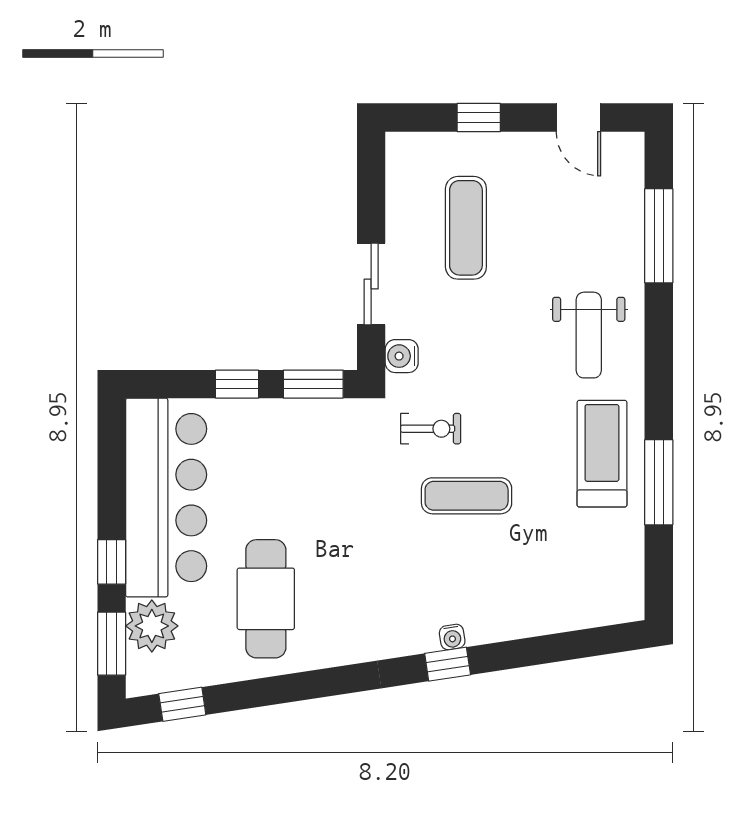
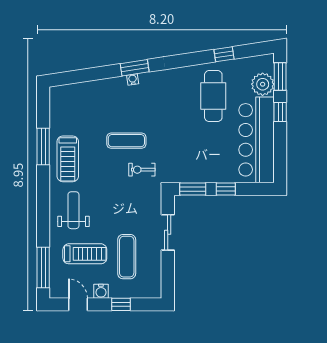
treadmill: (563, 234) -> (85, 254), added
window: (659, 236) -> (43, 268), moved
water cooler: (402, 356) -> (101, 291), moved, turned 90
window: (448, 664) -> (135, 68), width x1.50
window: (182, 704) -> (224, 54), moved

